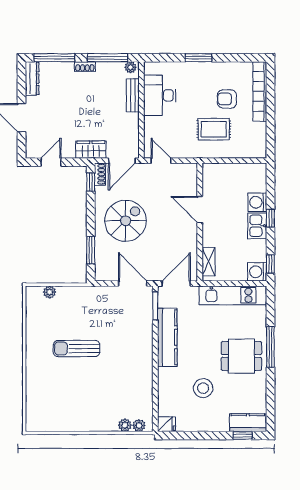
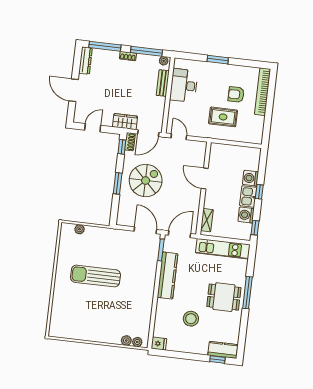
window: (91, 250) -> (118, 183), moved
washing machine: (257, 272) -> (246, 215), moved
sun lounger: (77, 348) -> (95, 276), width x1.36, depth x1.34

